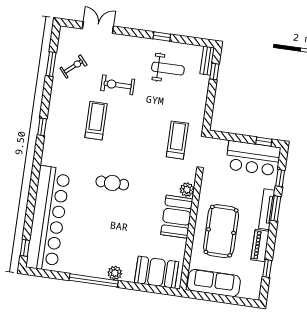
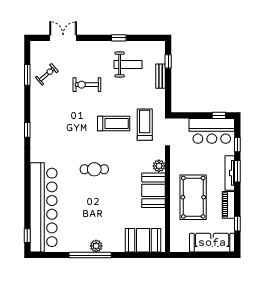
bench: (207, 61) -> (161, 76), moved
treadmill: (96, 121) -> (114, 124), moved, turned 90
plant: (115, 273) -> (96, 246), moved
sofa: (214, 283) -> (212, 243), moved

